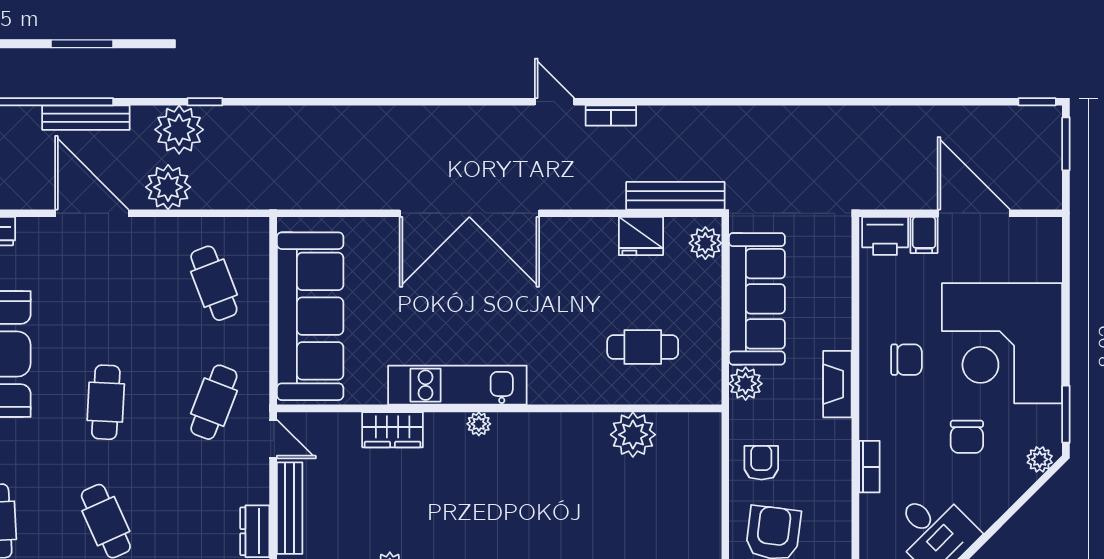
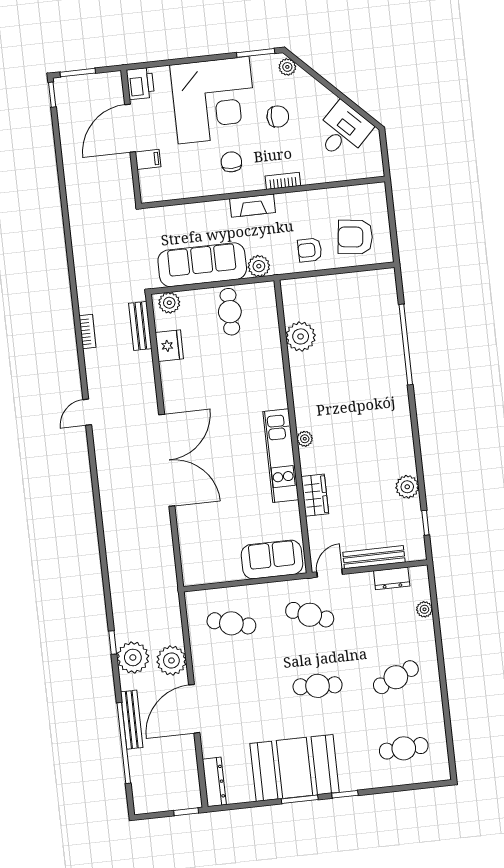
bookcase: (611, 116) -> (87, 332), moved
bench: (675, 196) -> (140, 326), width x0.73
printer: (885, 236) -> (140, 83), moved
cafe table: (214, 283) -> (231, 623), turned 36
sofa: (310, 316) -> (272, 559), width x0.54, depth x0.79
cafe table: (643, 347) -> (230, 312), moved
bookcase: (869, 467) -> (283, 181), moved

